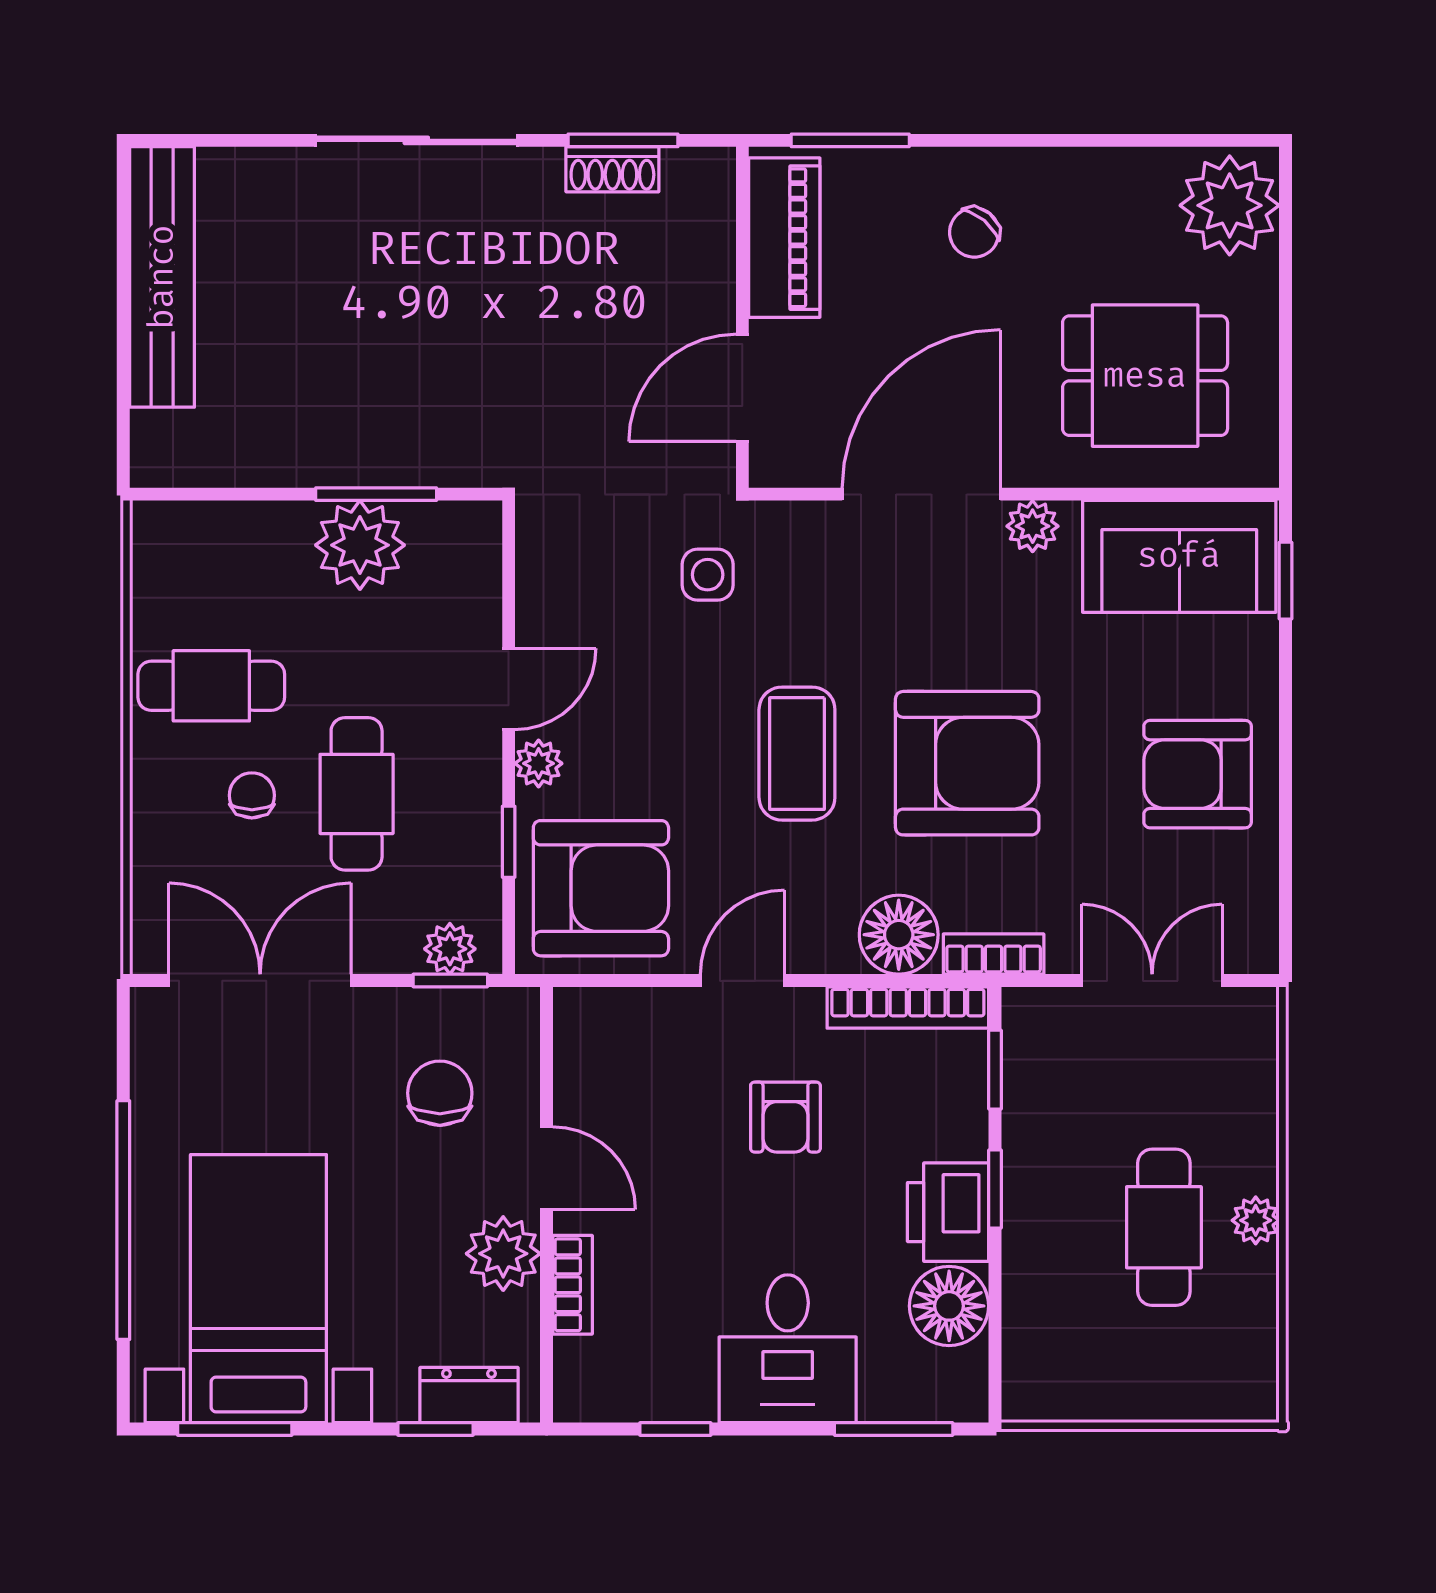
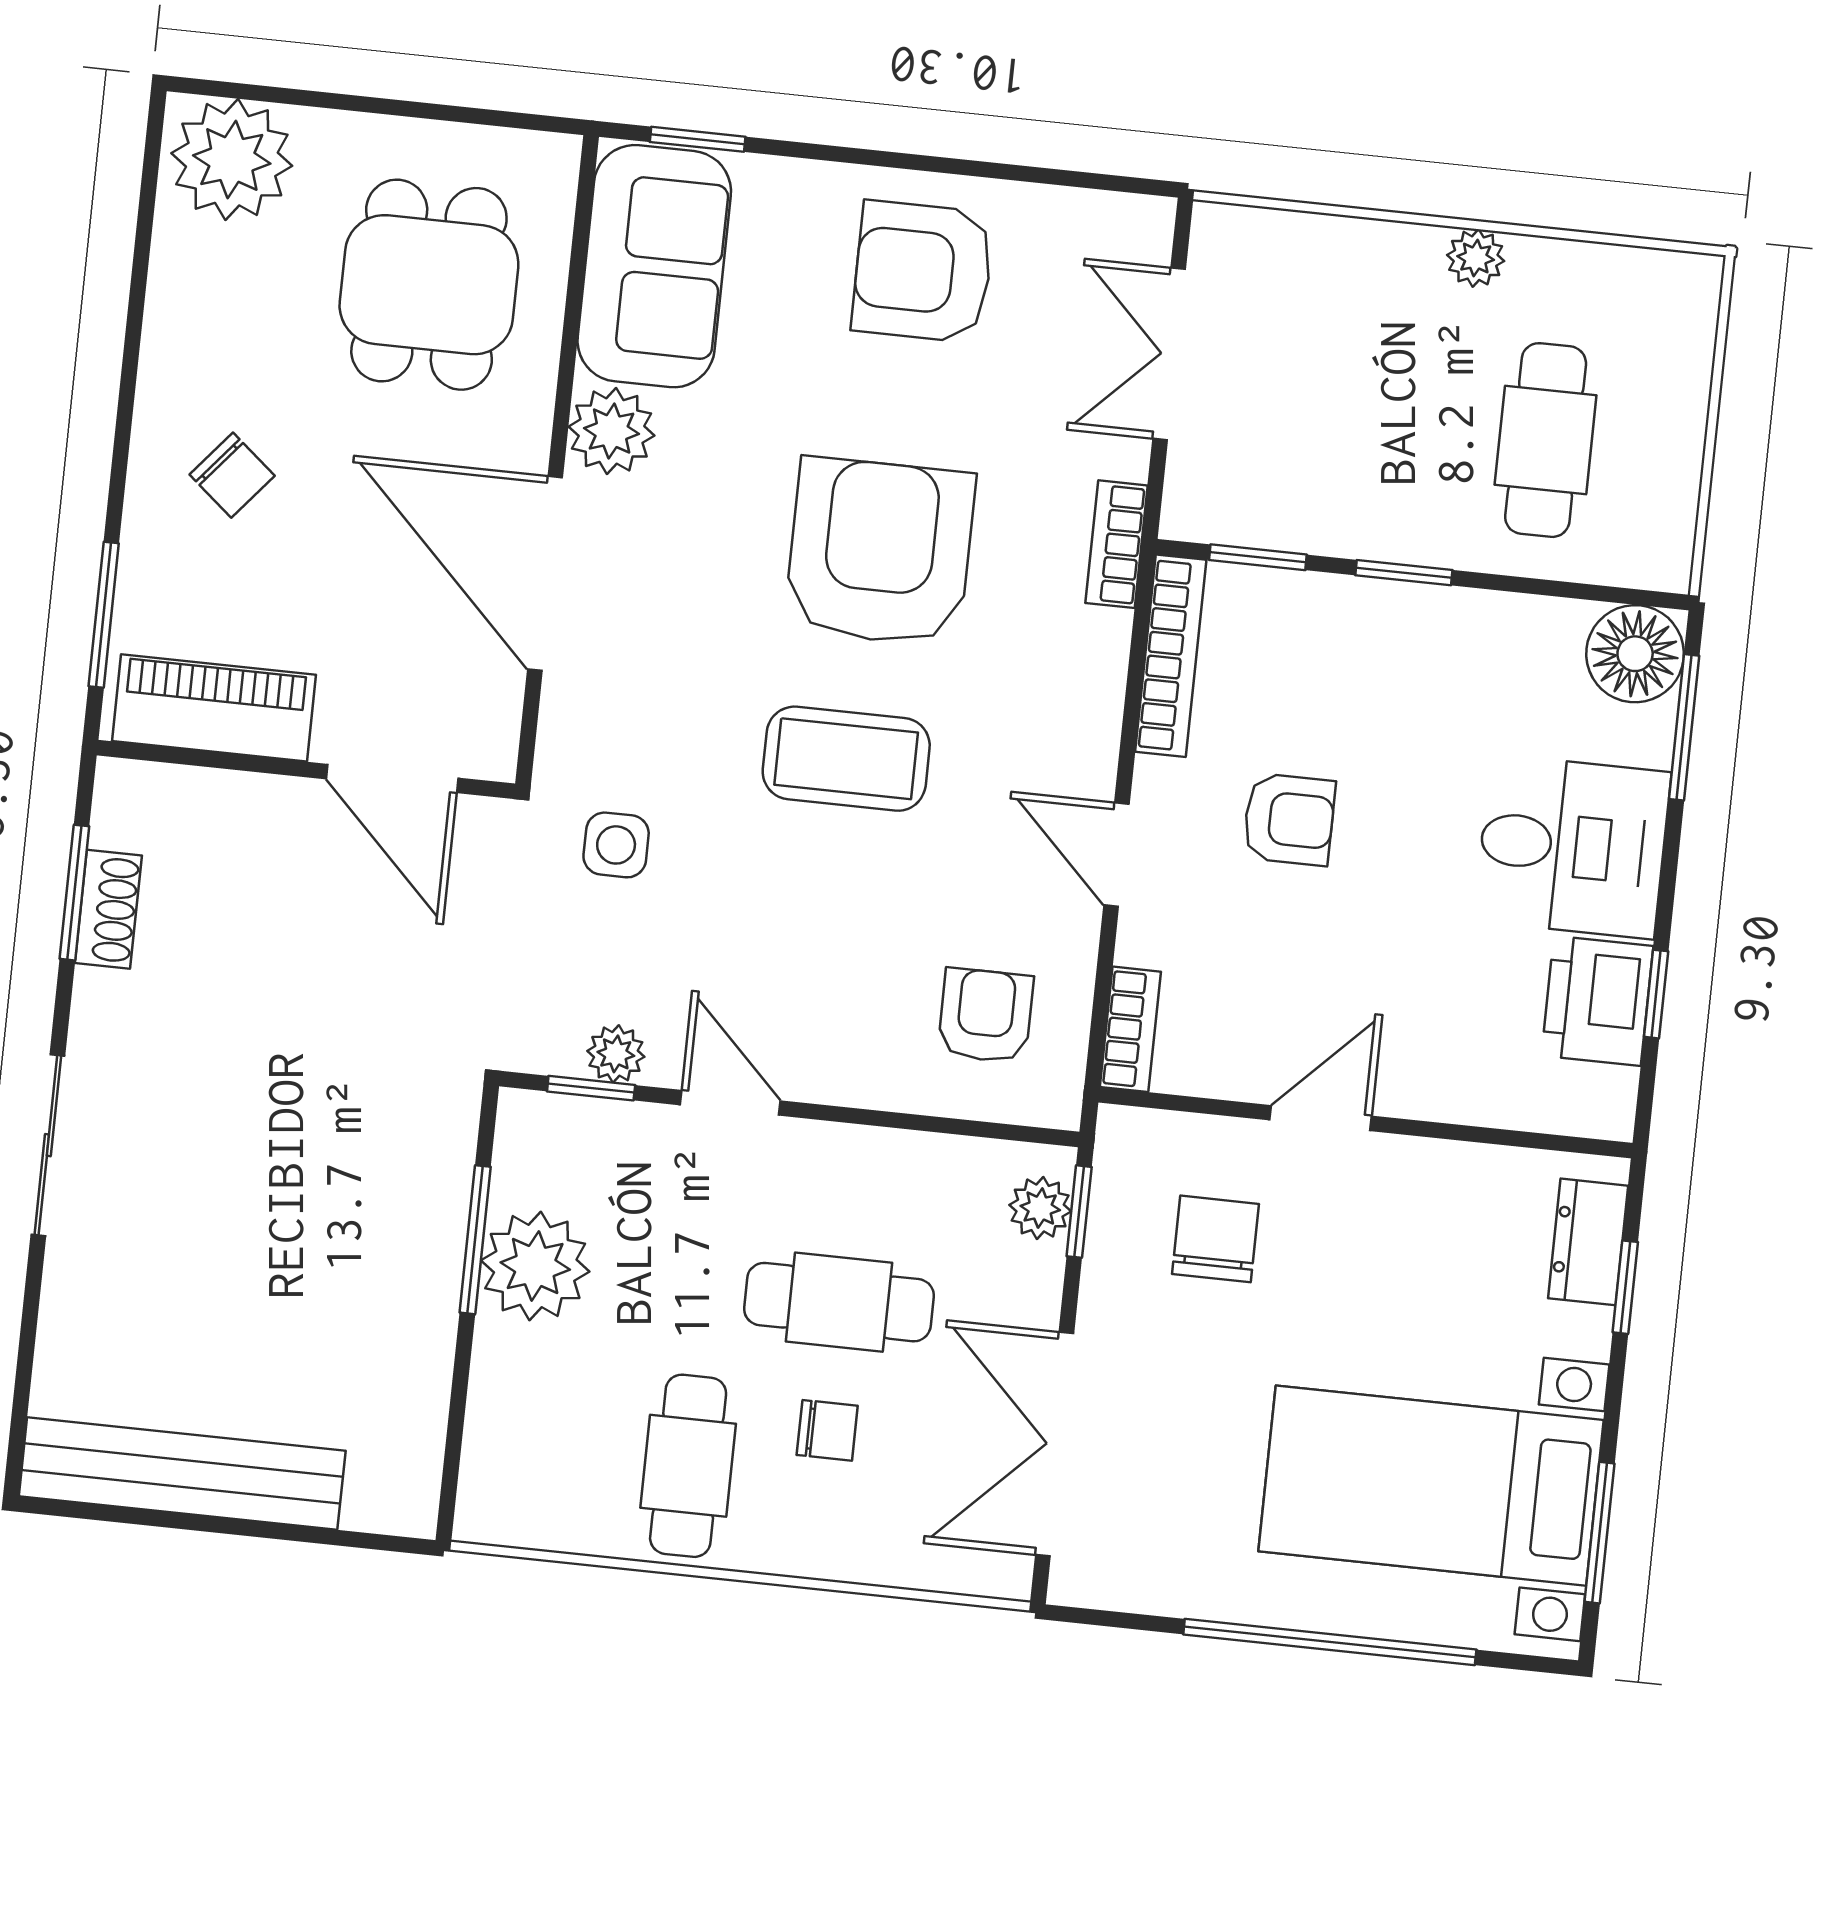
sliding door: (416, 140) -> (48, 1145), width x0.73
plant: (1033, 526) -> (612, 431), width x1.38, depth x1.38
plant: (539, 763) -> (616, 1054), moved
armchair: (1198, 774) -> (923, 272), turned 90
chair: (252, 795) -> (827, 1430), turned 180
window: (509, 842) -> (591, 1088), moved
armchair: (601, 888) -> (986, 1016), width x0.53, depth x0.53
floor lamp: (899, 935) -> (1081, 658), removed
chair: (440, 1093) -> (1215, 1239), turned 90
printer: (948, 1212) -> (1597, 1001), moved, turned 90
cafe table: (1164, 1227) -> (1546, 440), moved, turned 90
plant: (503, 1254) -> (1420, 1182), removed
bookcase: (573, 1285) -> (1130, 1029), moved, turned 90
floor lamp: (949, 1306) -> (1635, 654), moved

